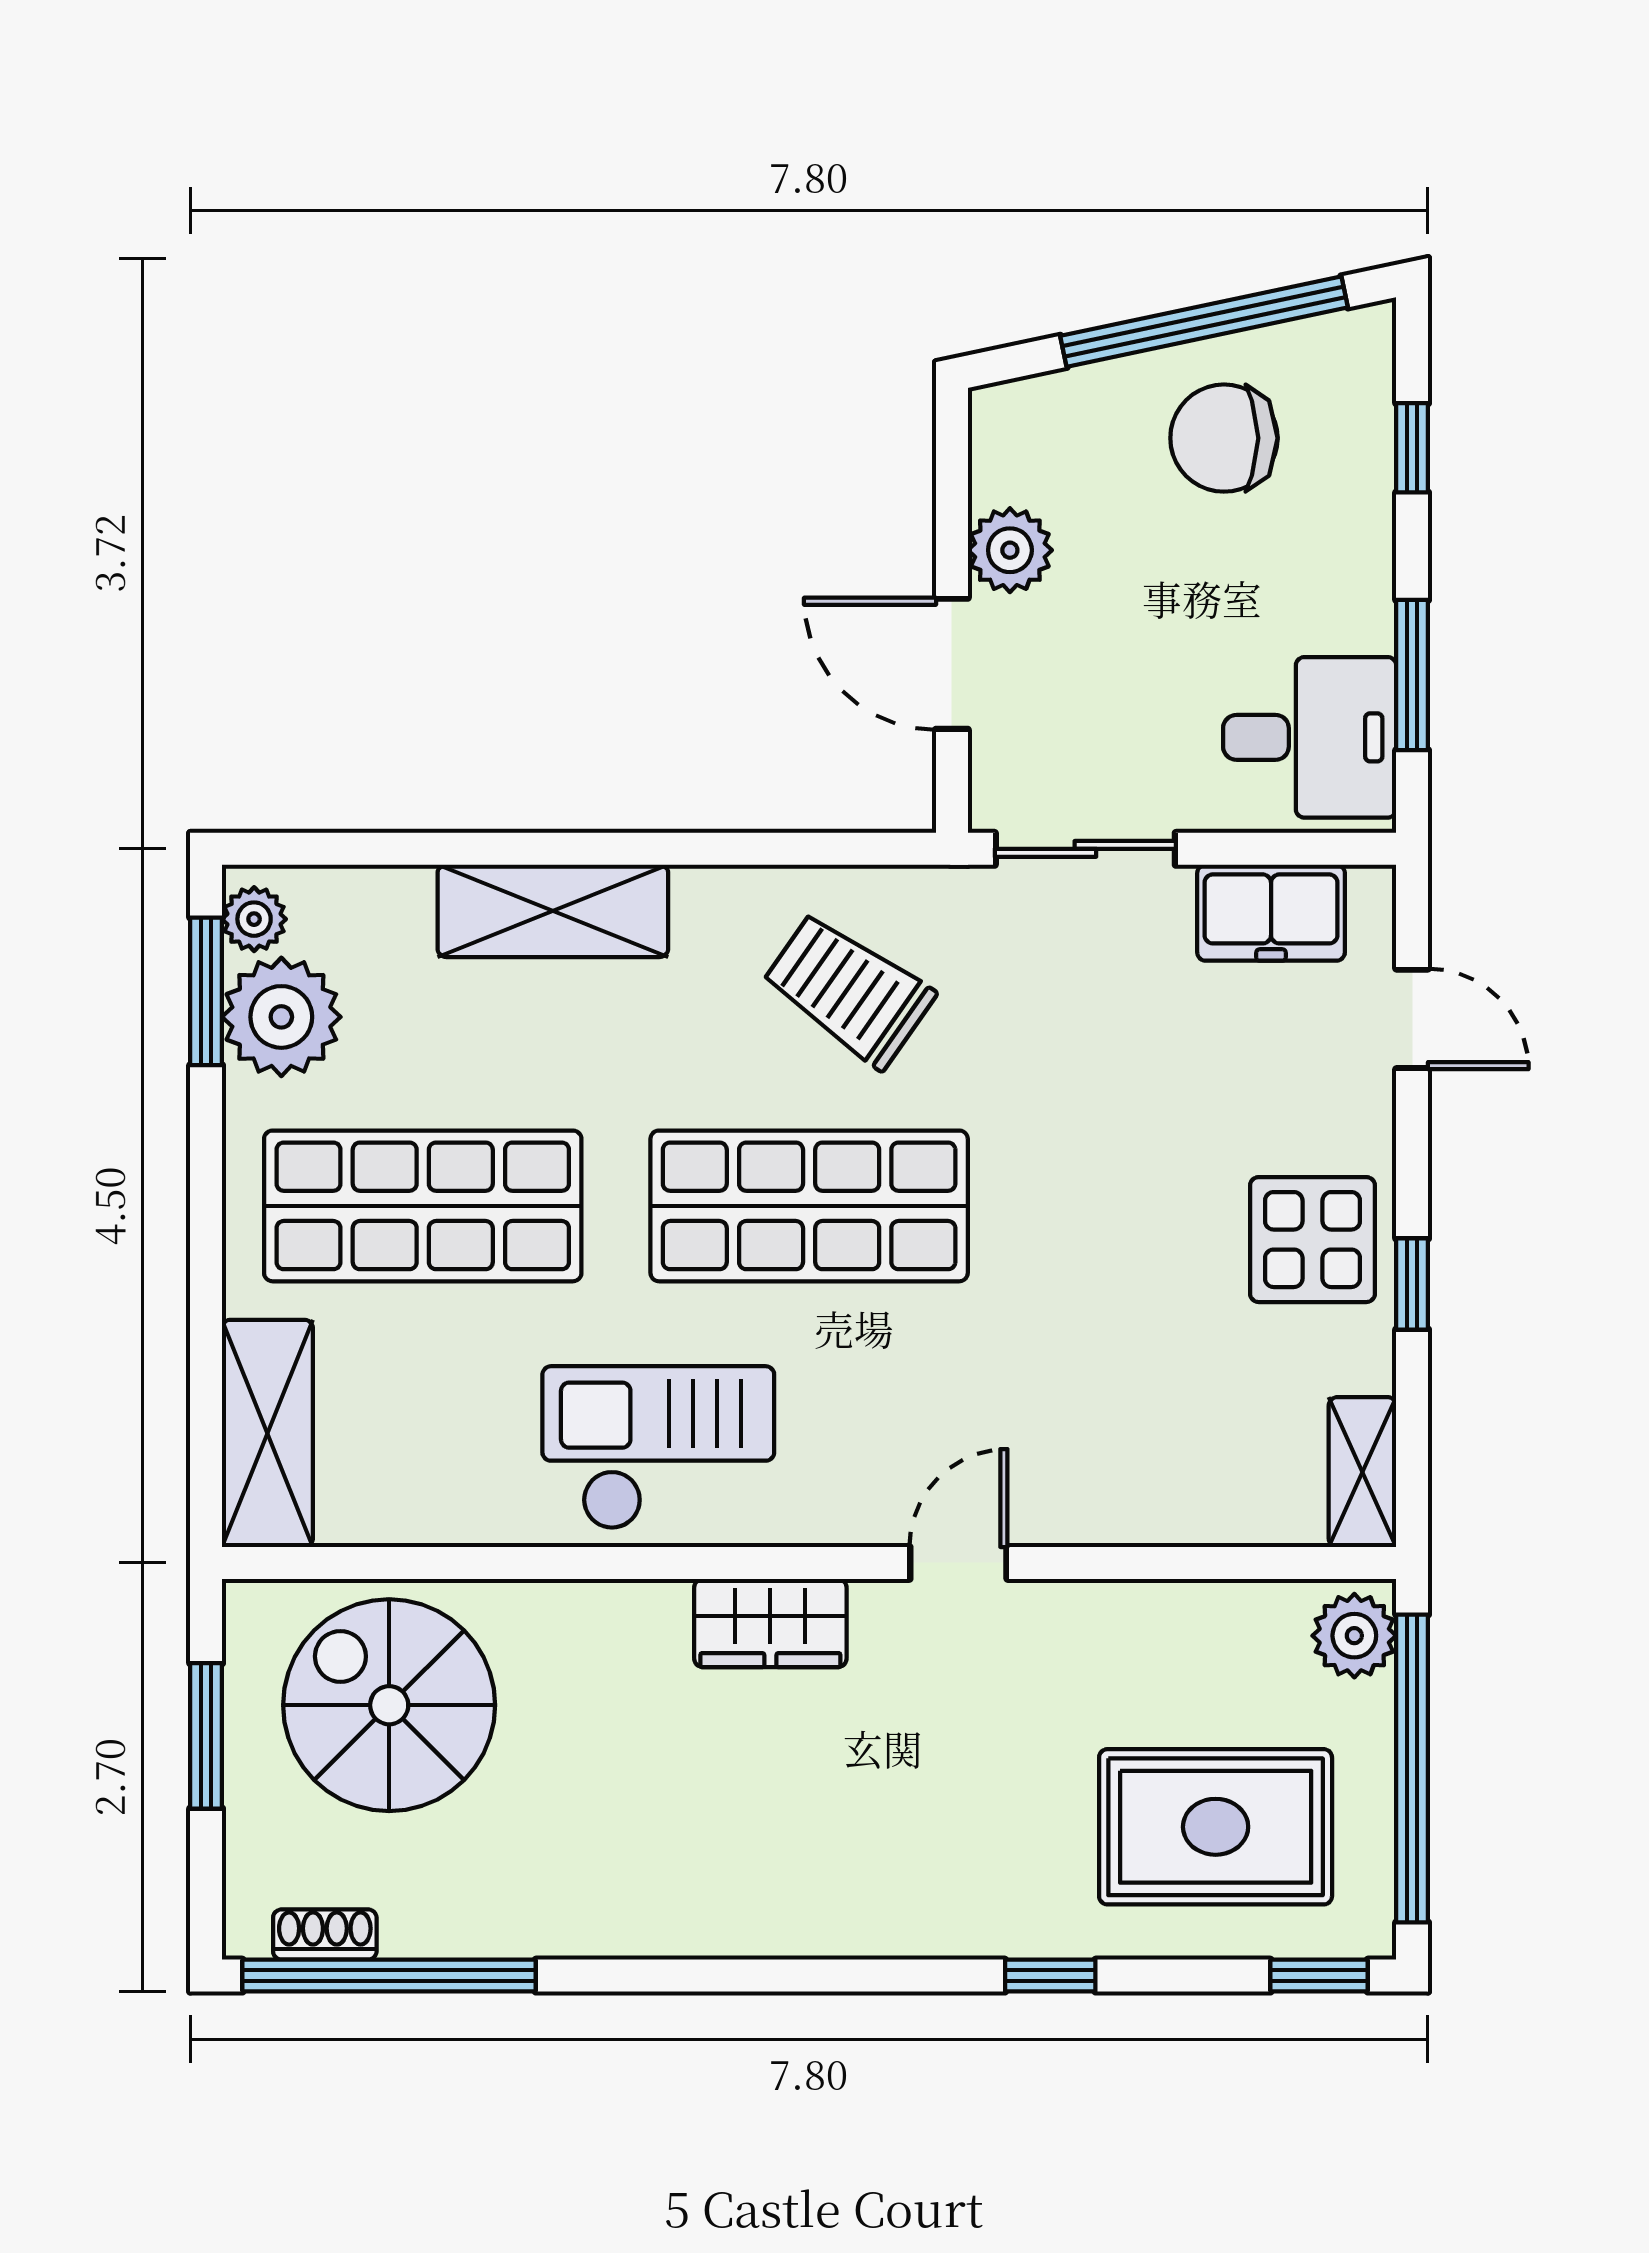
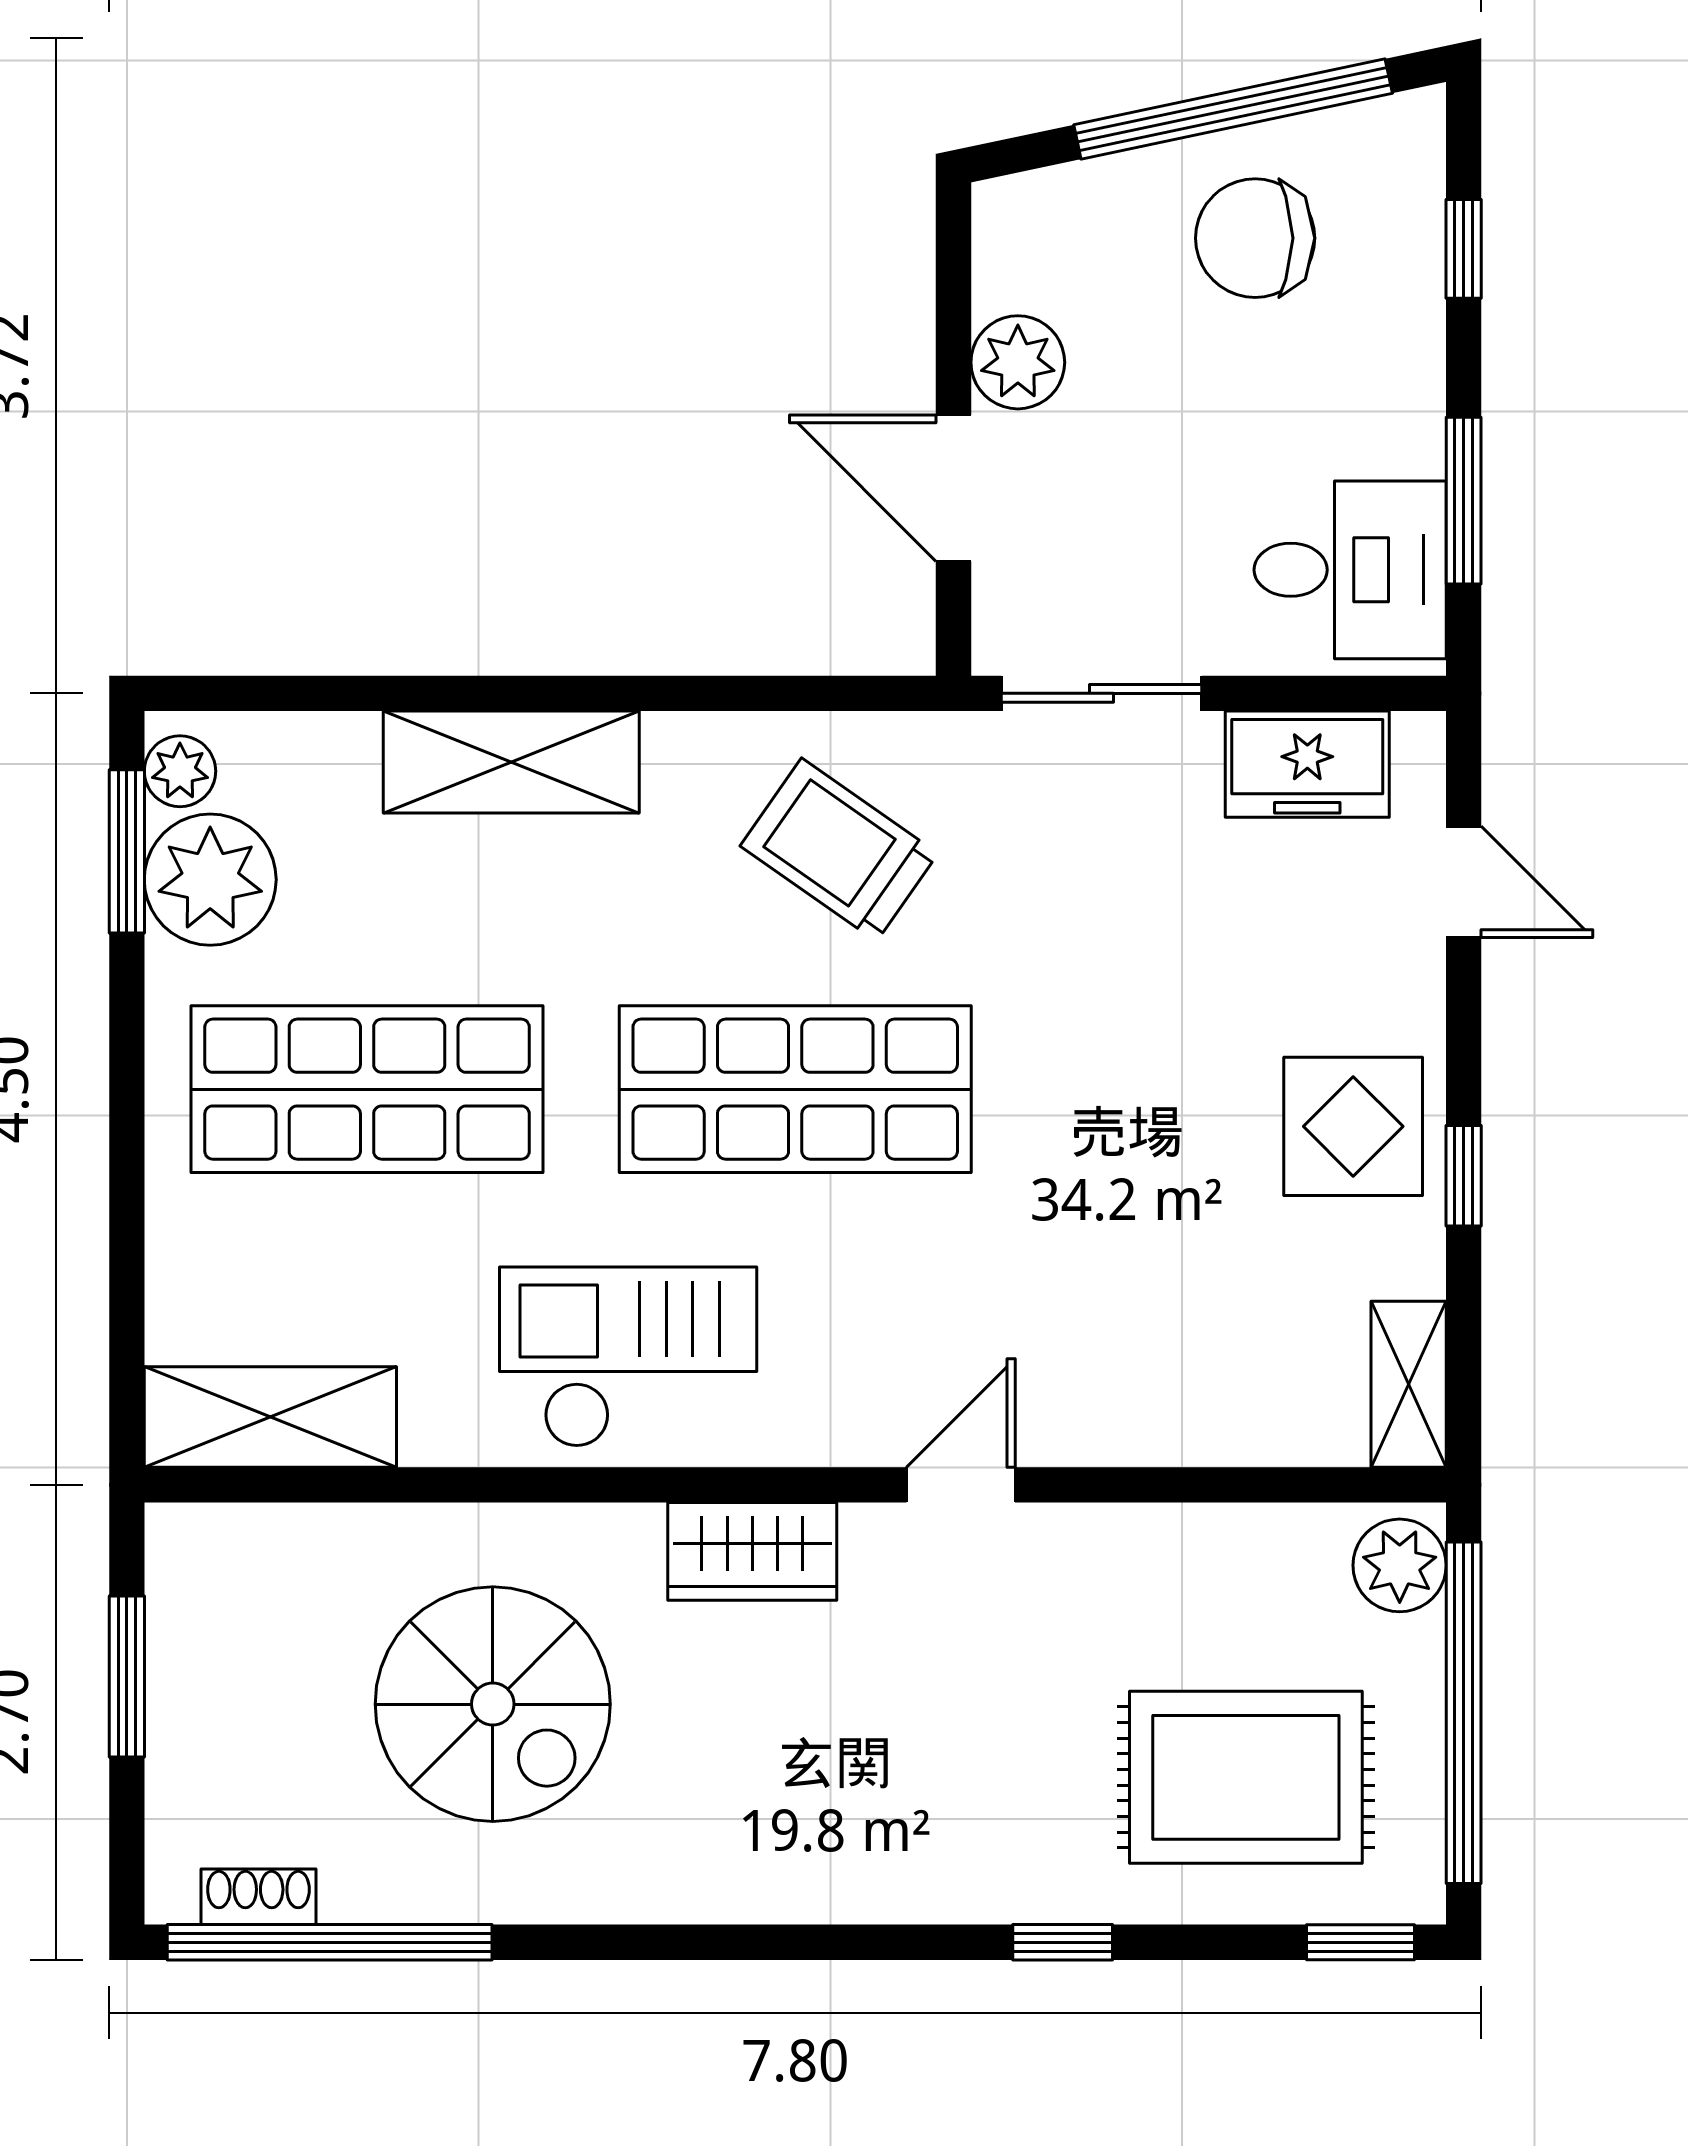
shelving: (267, 1433) -> (270, 1417), moved, turned 90
spiral stairs: (389, 1705) -> (493, 1704), moved, turned 180

